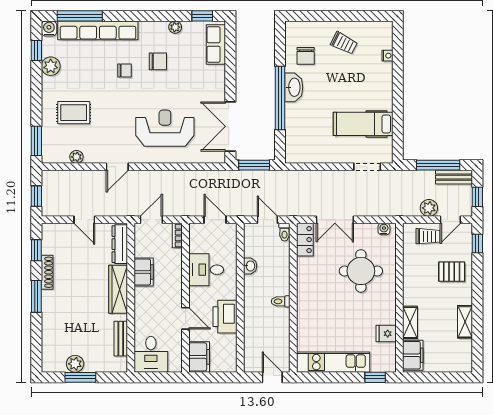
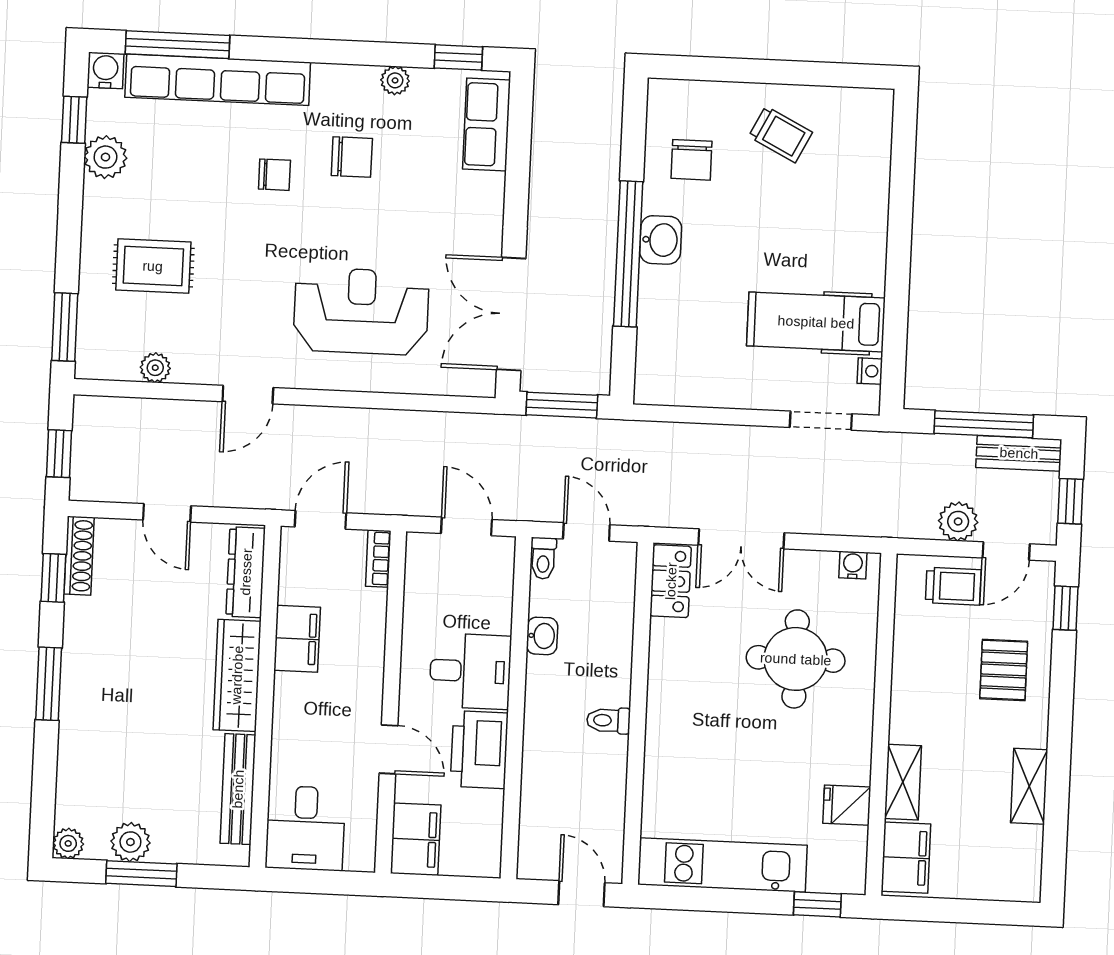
nightstand: (387, 56) -> (870, 371), moved
washbasin: (294, 87) -> (661, 240), width x0.72
toilet: (284, 232) -> (543, 558), moved
desk: (206, 270) -> (470, 671), moved, turned 180
shoe rack: (47, 272) -> (79, 556), moved
pallet: (452, 272) -> (1004, 670), turned 90
bench: (121, 339) -> (238, 789), width x1.36
plant: (48, 366) -> (68, 843), added

